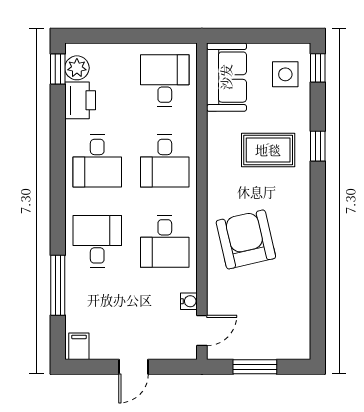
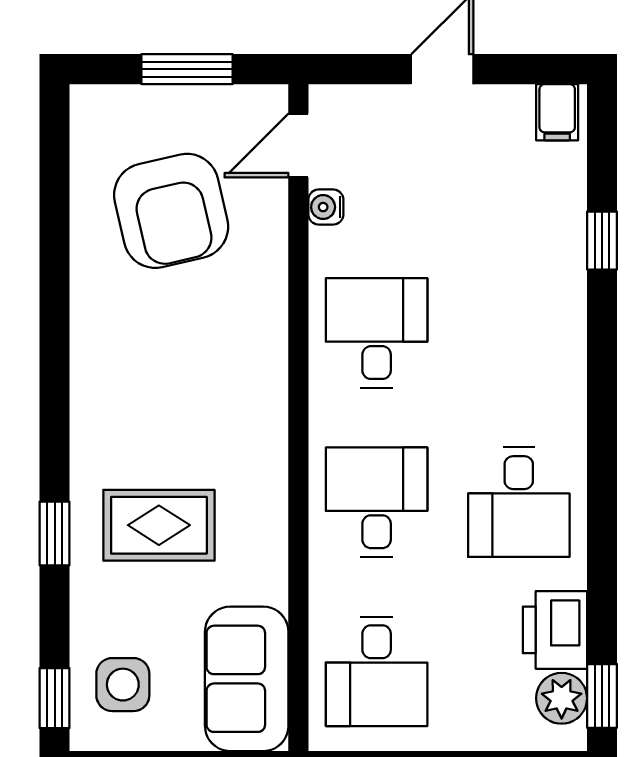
desk: (97, 161) -> (519, 502), turned 180
armchair: (246, 239) -> (171, 211), moved
desk: (97, 241) -> (519, 333), removed
window: (58, 285) -> (602, 241), width x0.46

